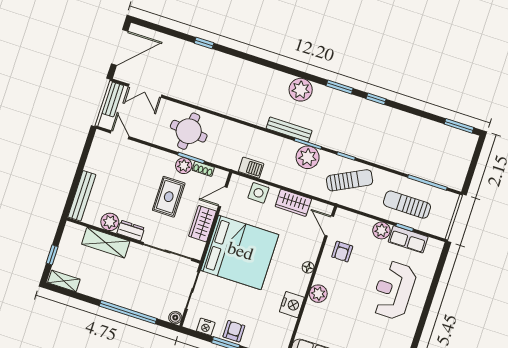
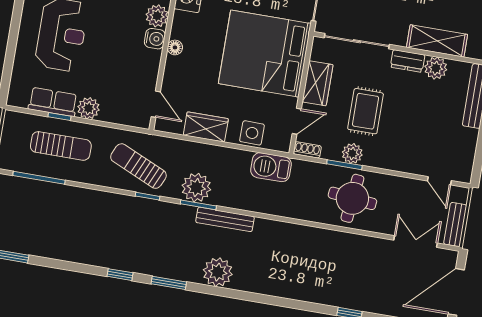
barbecue: (251, 168) -> (271, 167), width x1.38, depth x1.27
shoe rack: (203, 169) -> (307, 150), moved
sun lounger: (350, 180) -> (138, 166), turned 51
armchair: (342, 252) -> (134, 74), removed
water cooler: (322, 276) -> (155, 39), added

